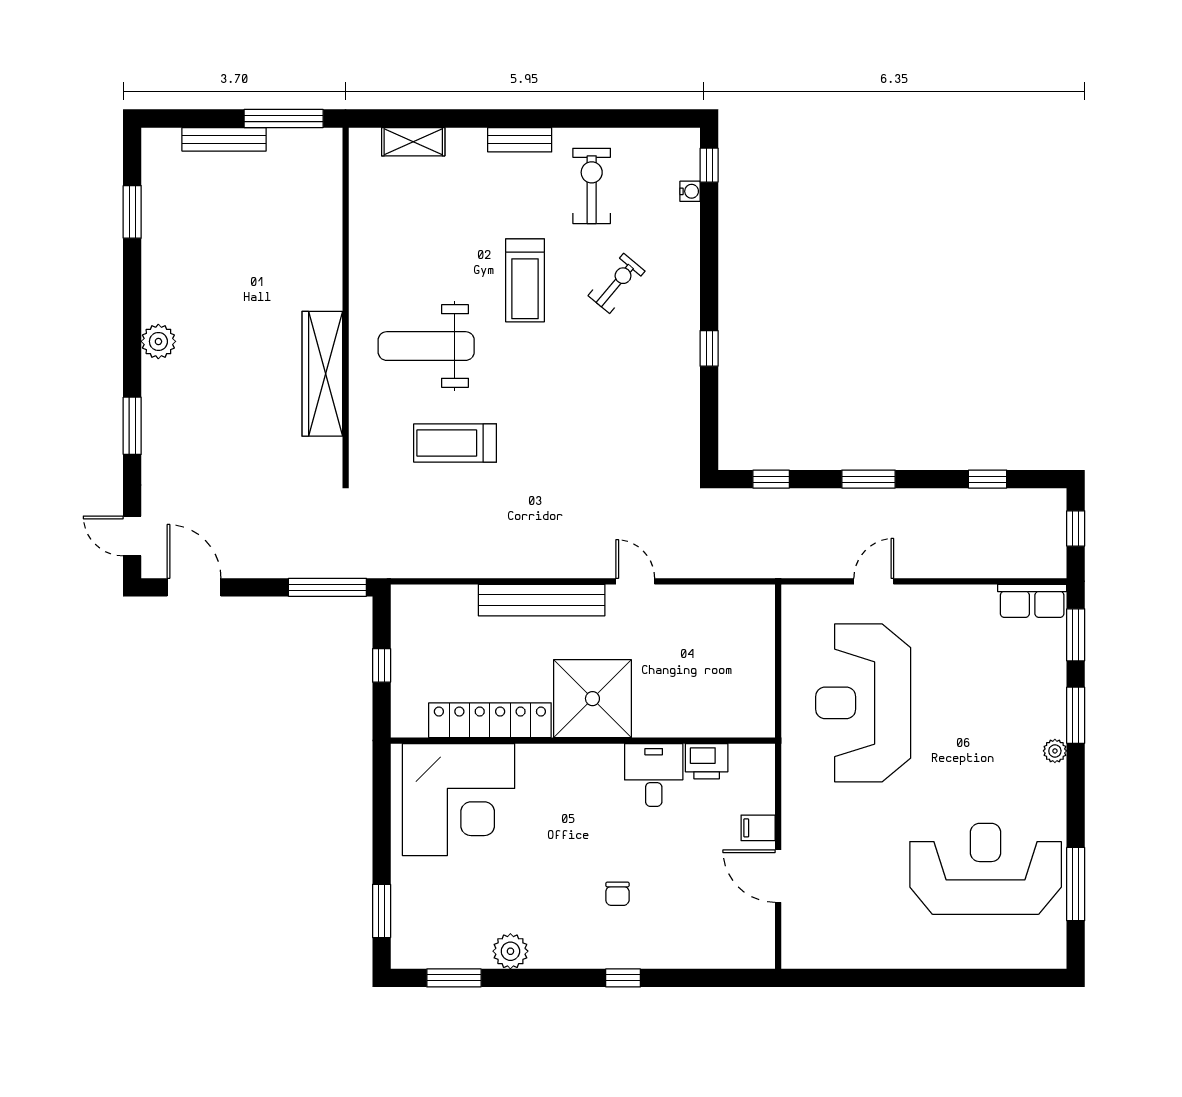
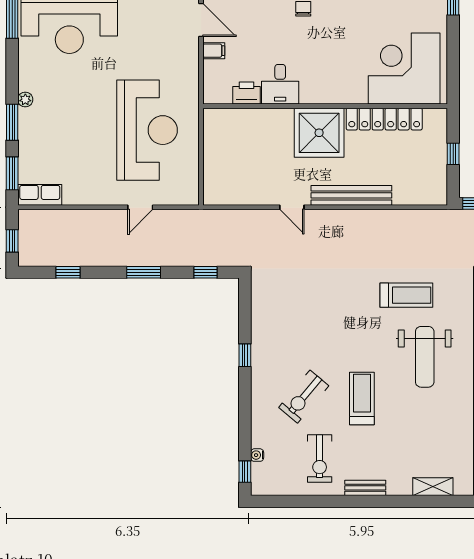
exercise bike: (617, 283) -> (304, 397), width x1.38, depth x1.39
weight bench: (426, 346) -> (425, 357), turned 90

